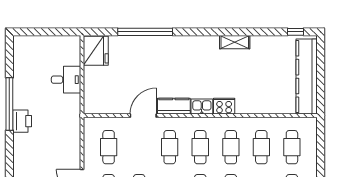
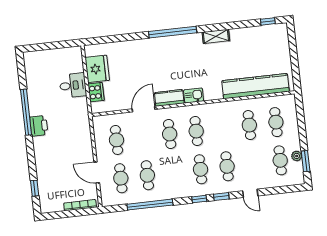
window: (145, 32) -> (173, 32), moved
fridge: (96, 51) -> (97, 69), moved
kitchen counter: (307, 77) -> (256, 86), moved, turned 90
cooker: (224, 106) -> (96, 92), moved, turned 90
cafe table: (231, 147) -> (223, 128), removed

